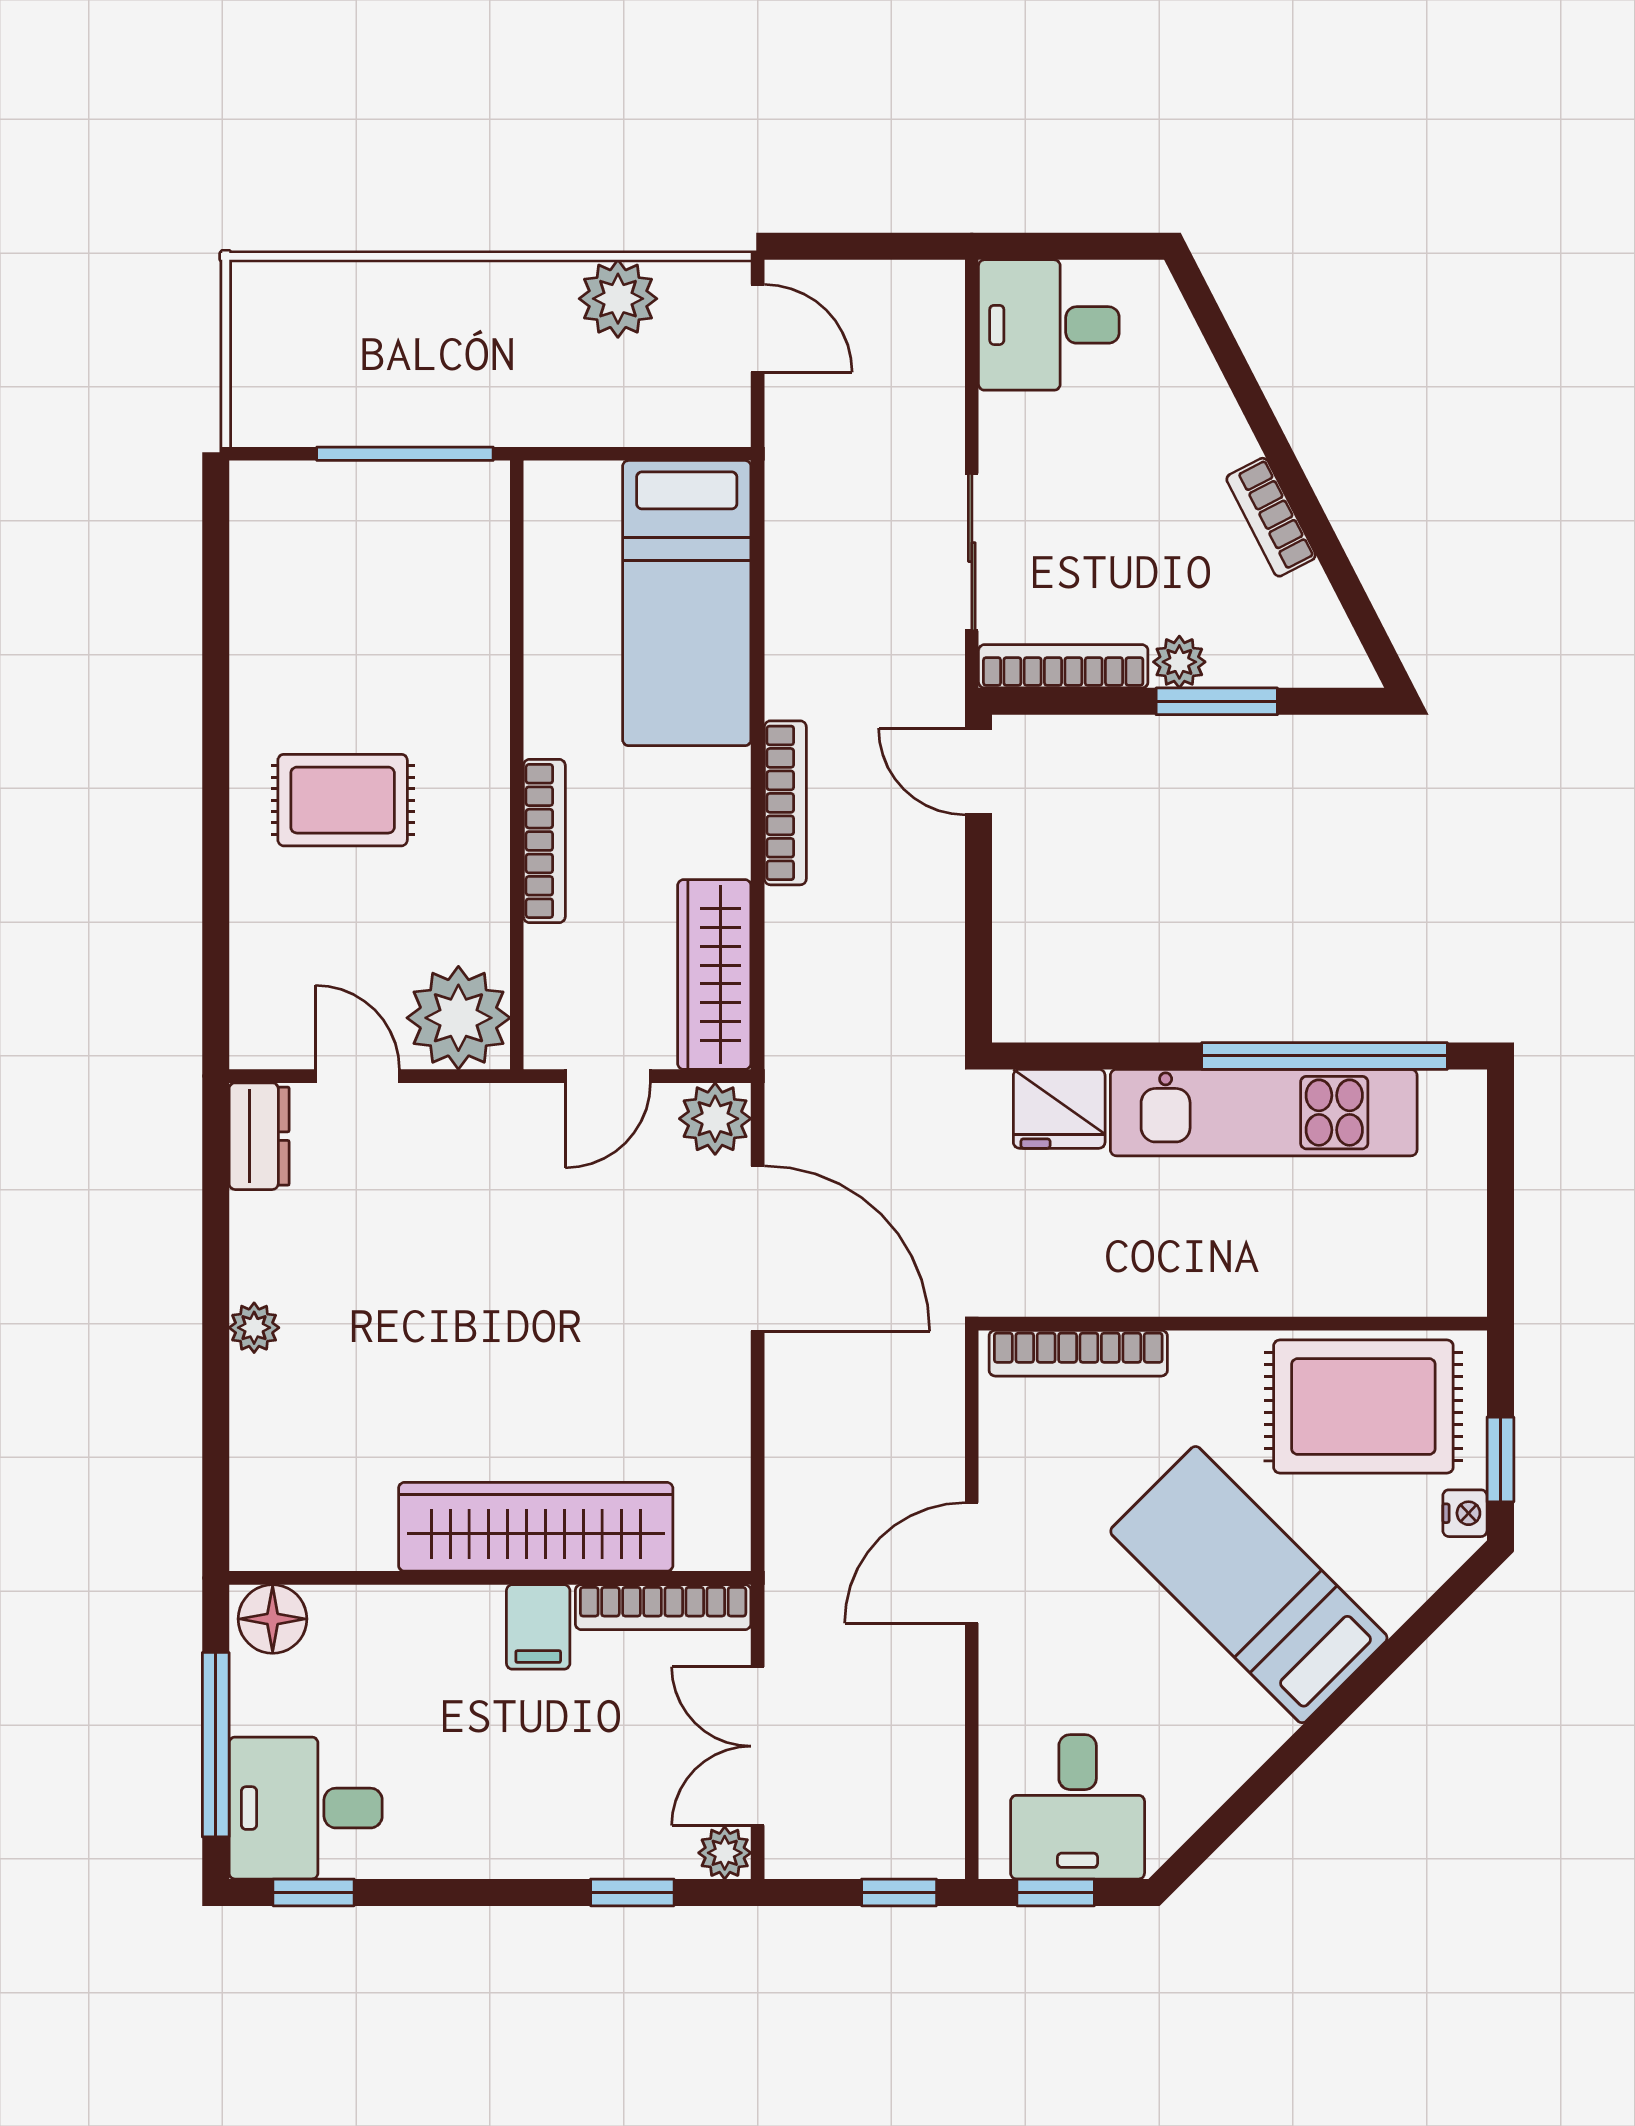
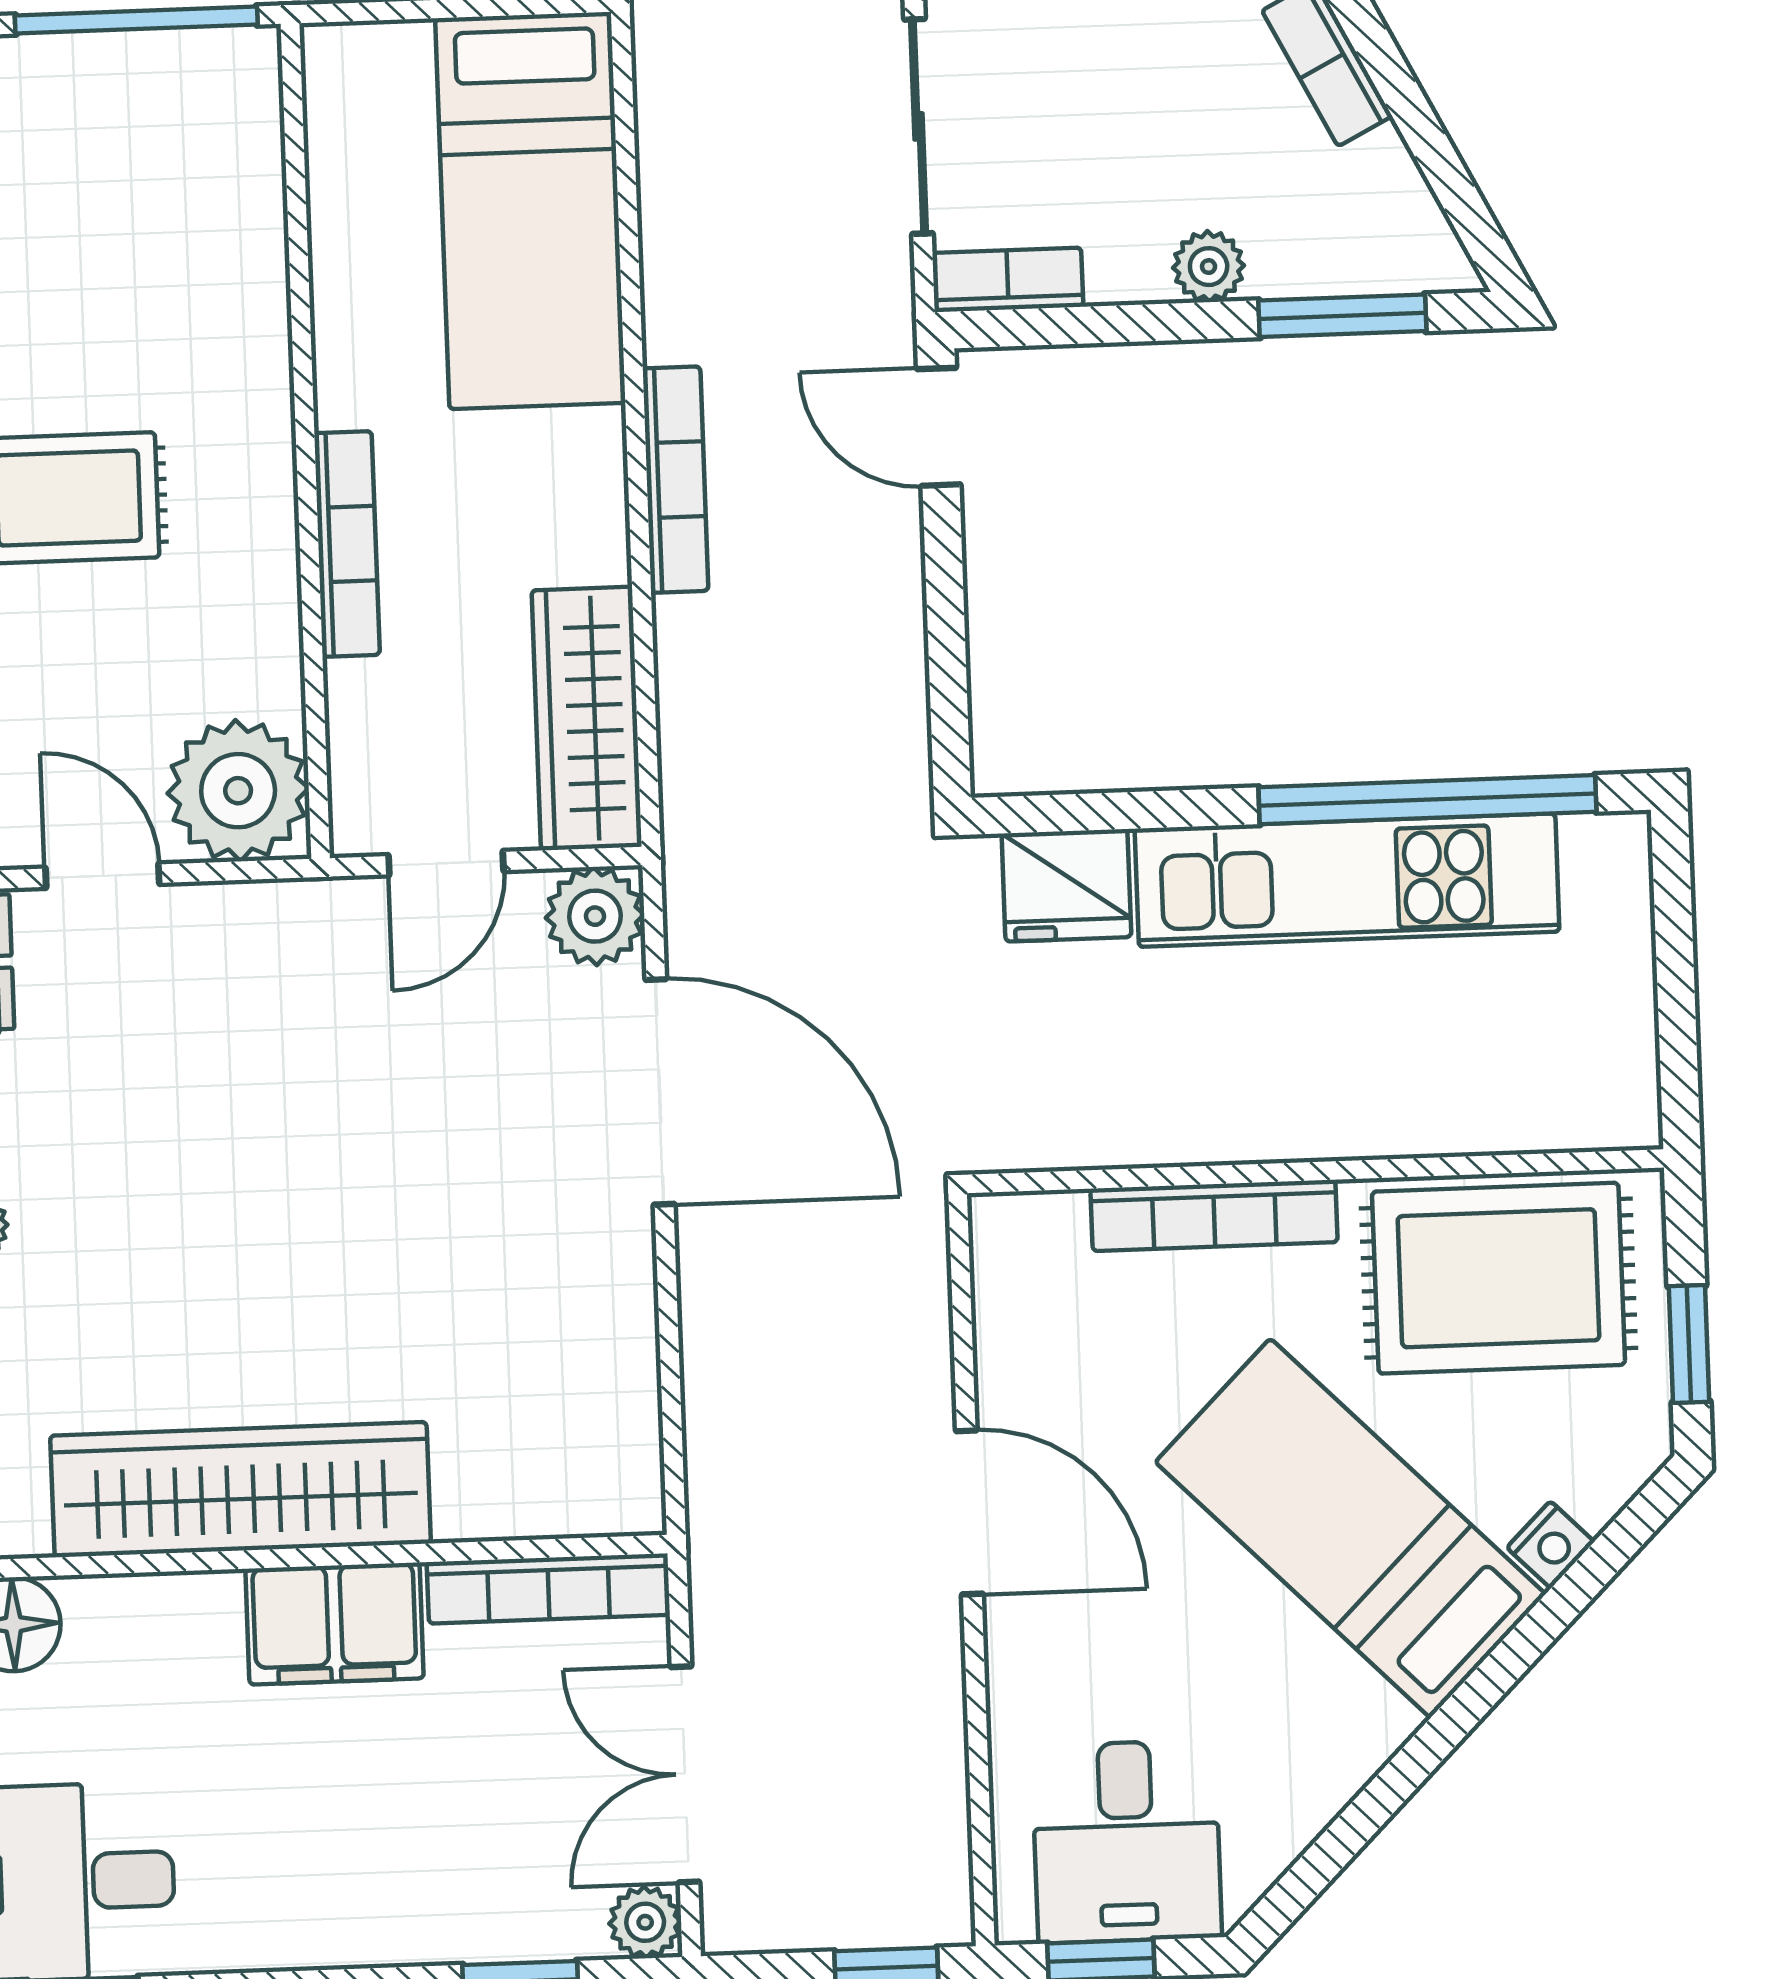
bookcase: (1063, 666) -> (1008, 280), width x0.64
window: (1217, 701) -> (1342, 316), moved
bookcase: (1078, 1353) -> (1214, 1215), moved
nightstand: (1465, 1513) -> (1551, 1545), moved, turned 45
wardrobe: (536, 1527) -> (241, 1490), moved
door: (972, 1563) -> (969, 1512), swing flipped
filing cabinet: (538, 1627) -> (335, 1624), width x2.00

